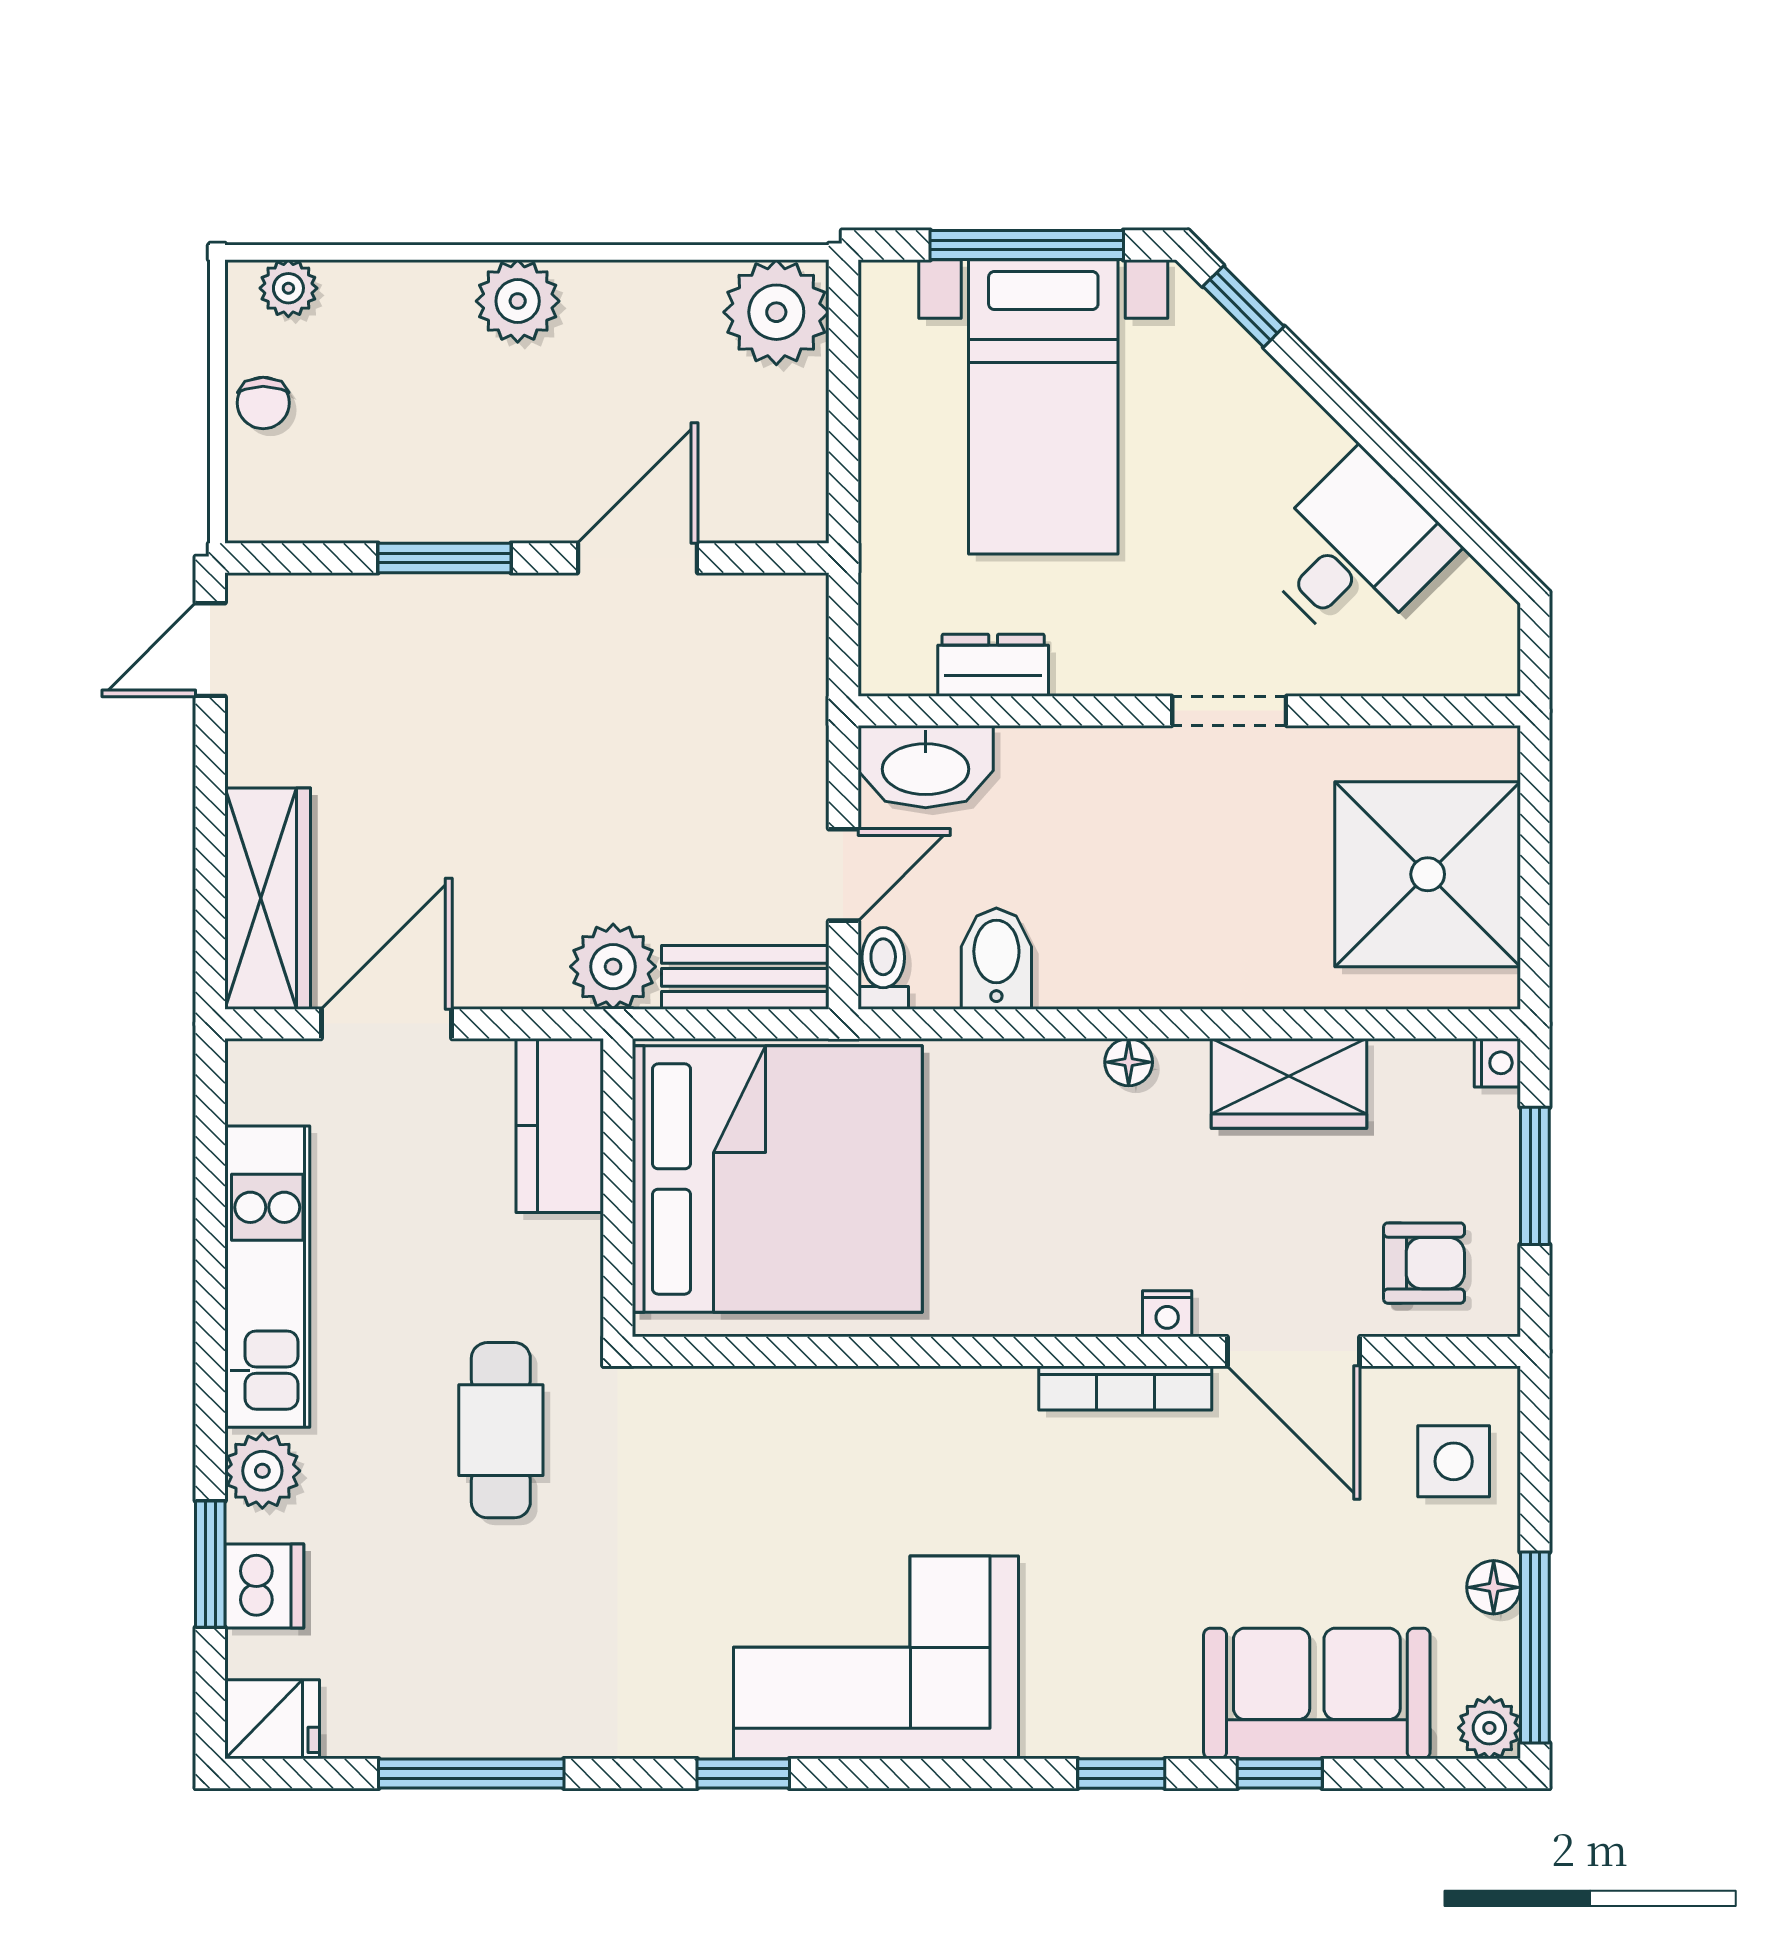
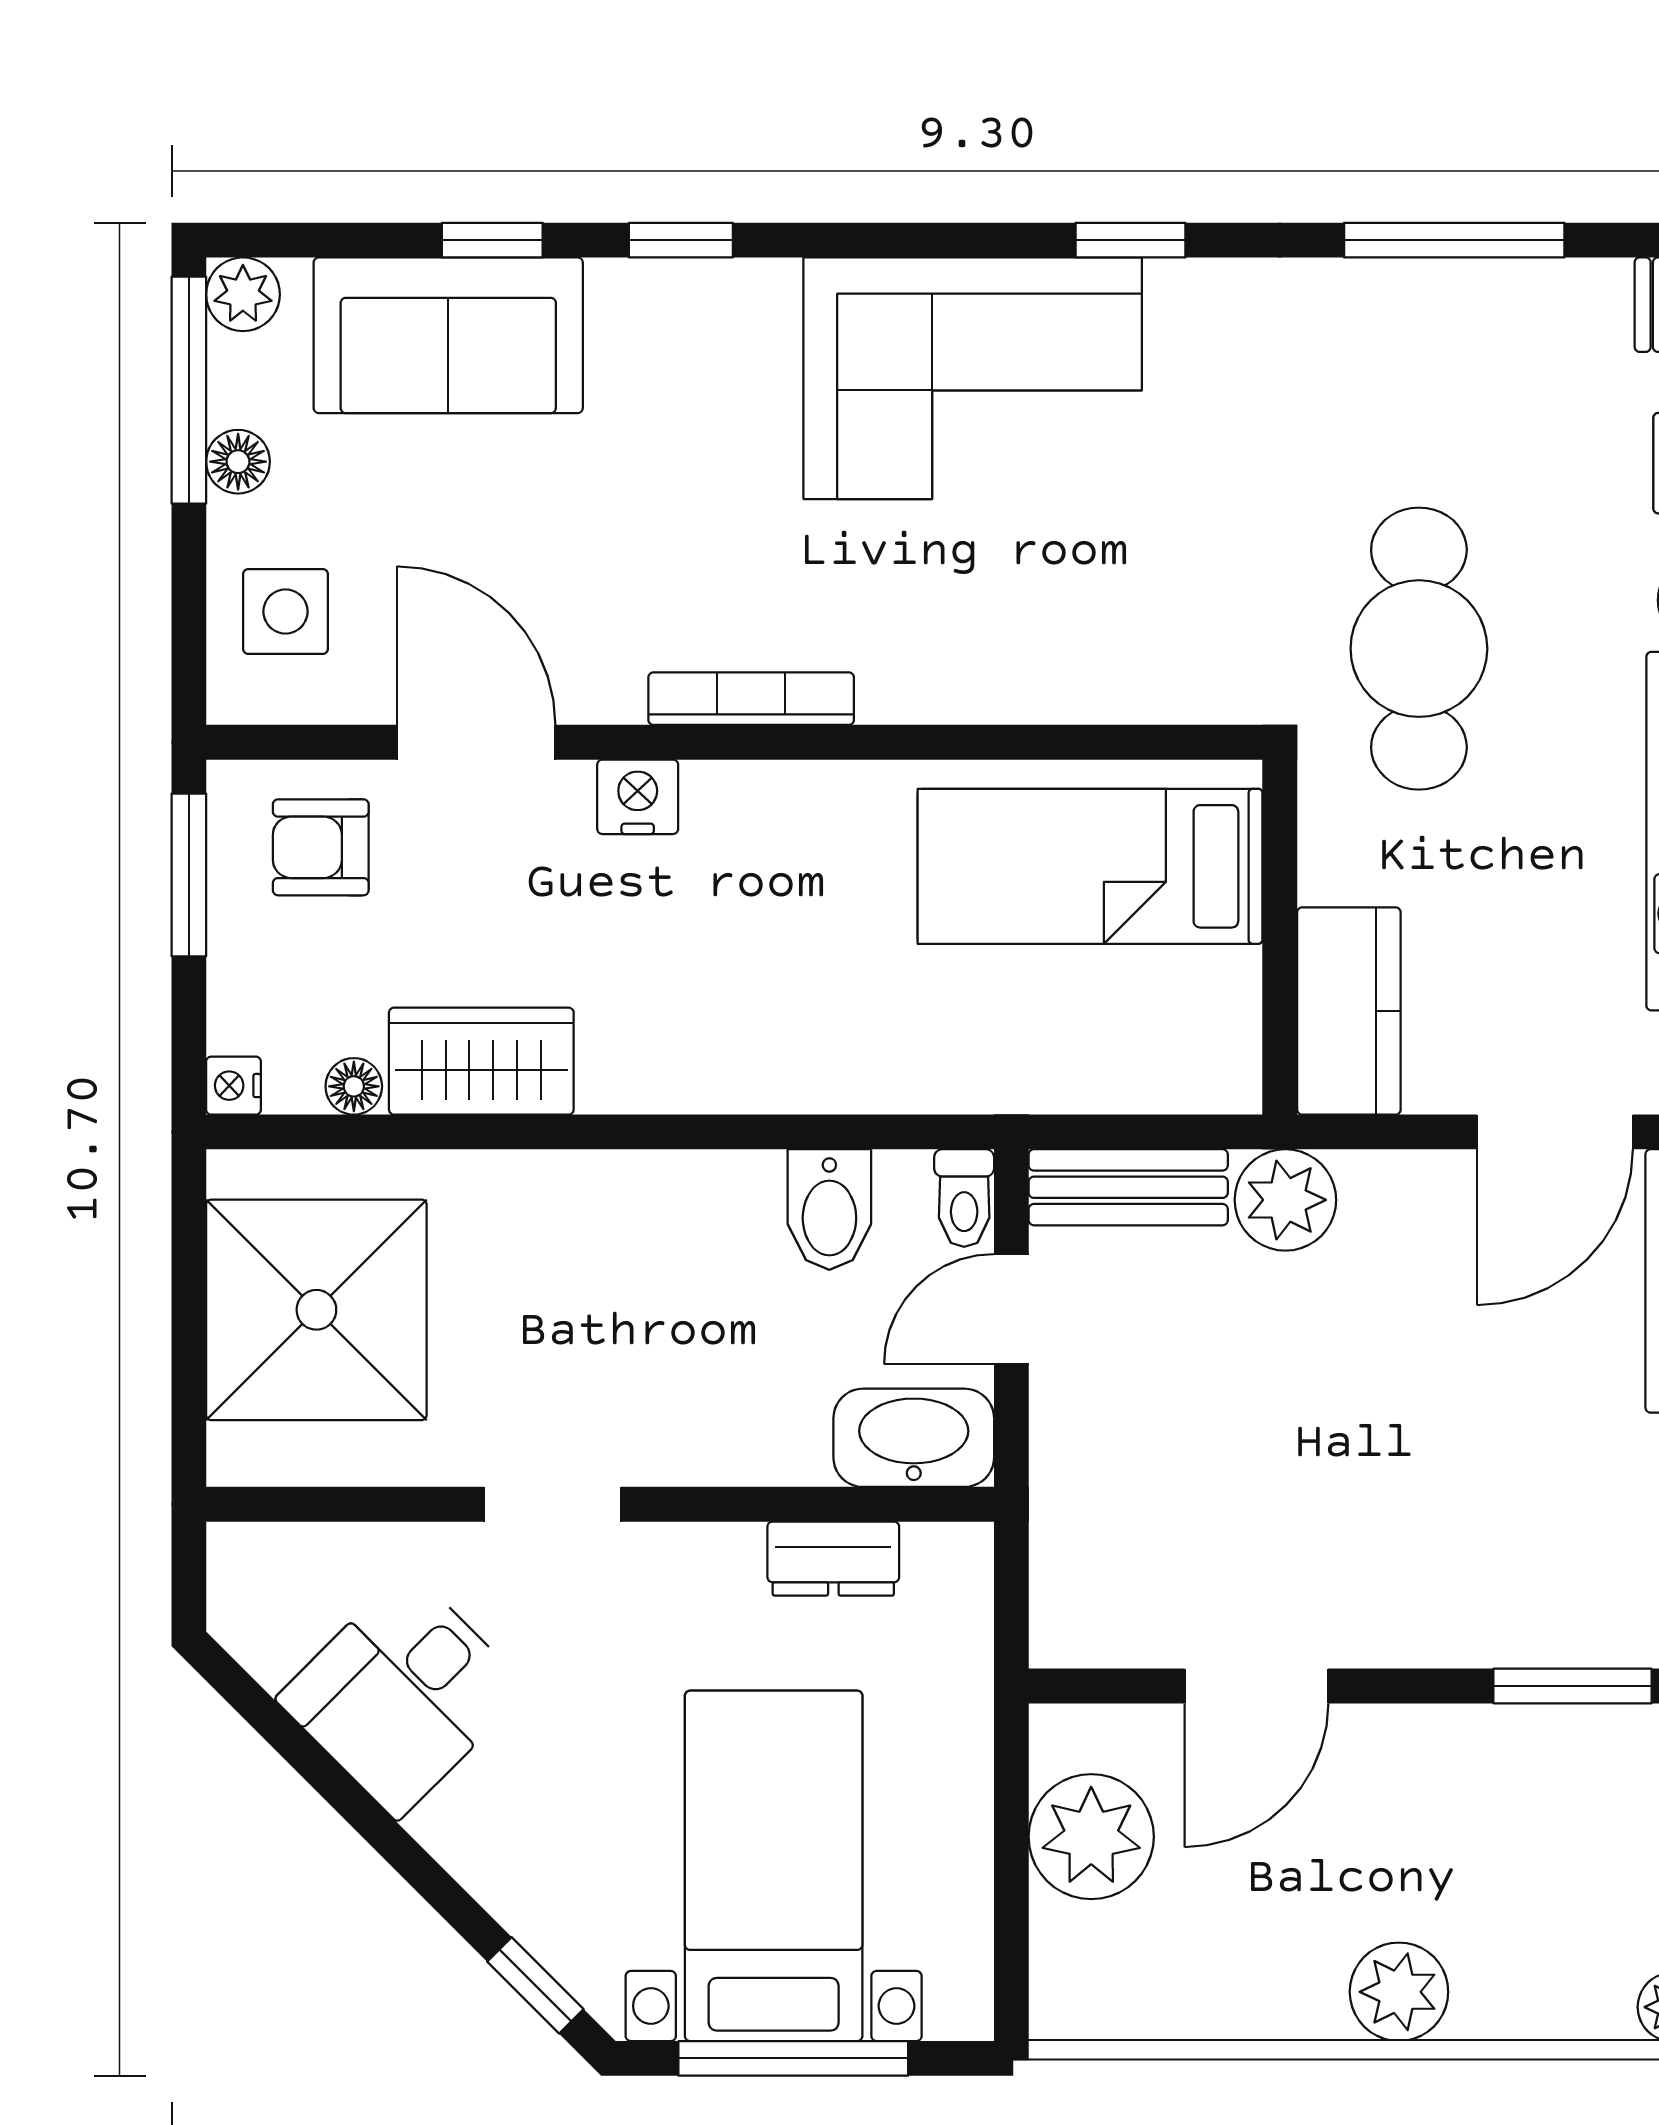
plant: (776, 312) -> (1091, 1837), moved
window: (445, 558) -> (1572, 1686), moved
floor lamp: (1129, 1062) -> (354, 1086), moved
window: (1535, 1176) -> (189, 875), moved
bed: (777, 1179) -> (1090, 866), width x0.49
nightstand: (1167, 1314) -> (638, 797), width x1.39, depth x1.35
bookcase: (1125, 1388) -> (751, 699), moved
cafe table: (501, 1430) -> (1419, 649), width x1.37, depth x1.35

